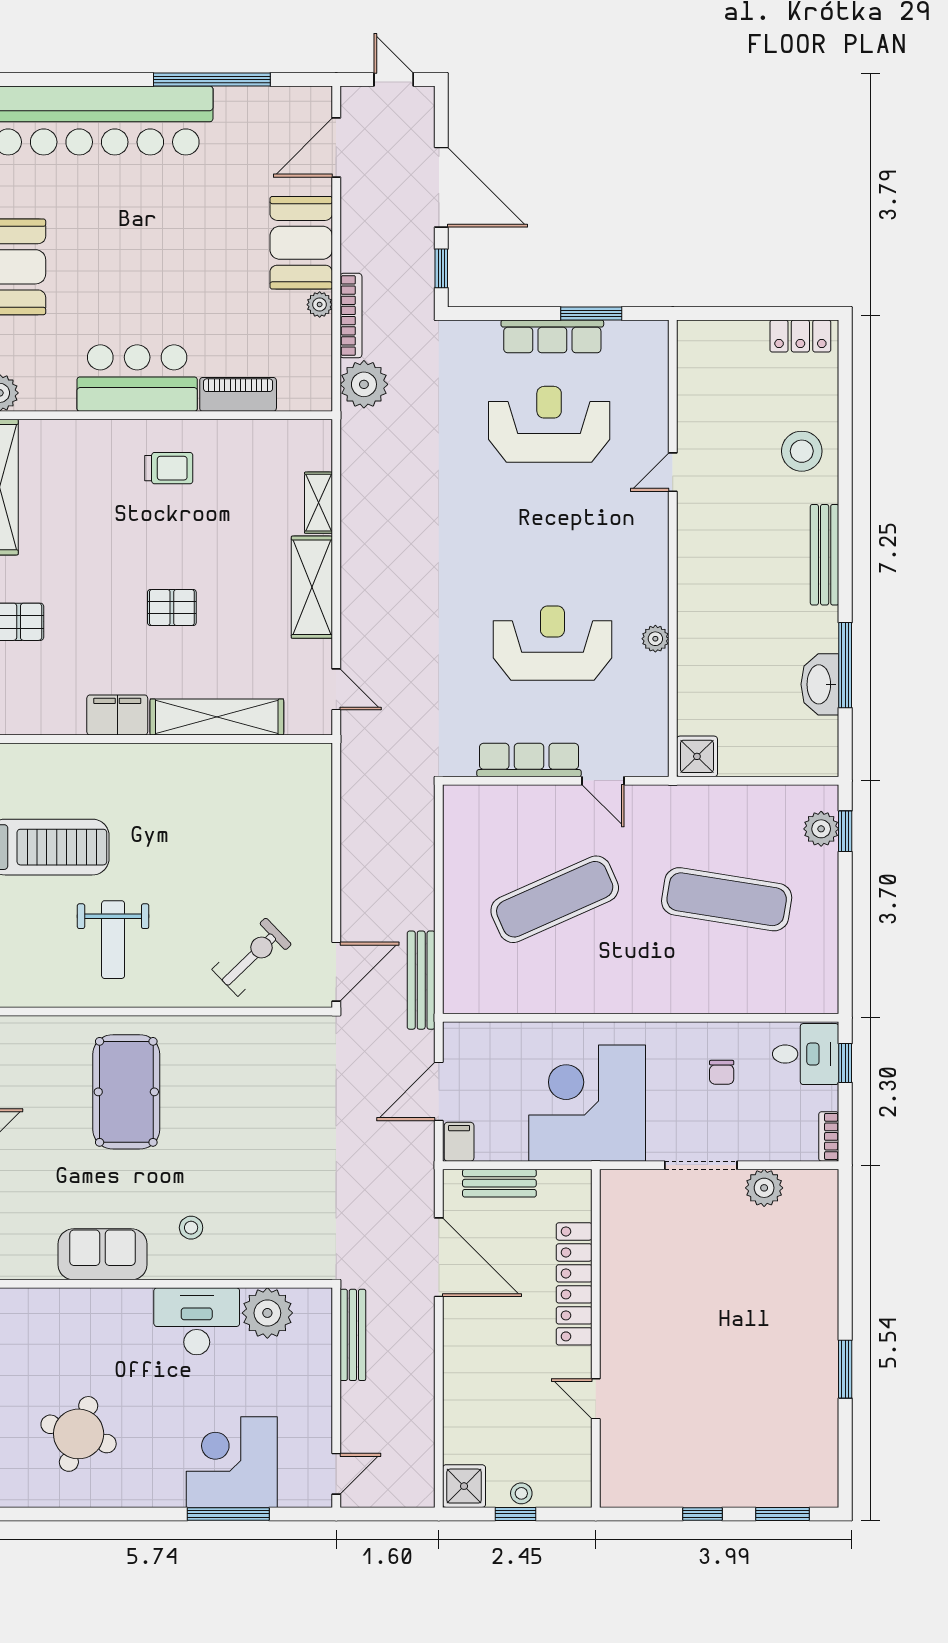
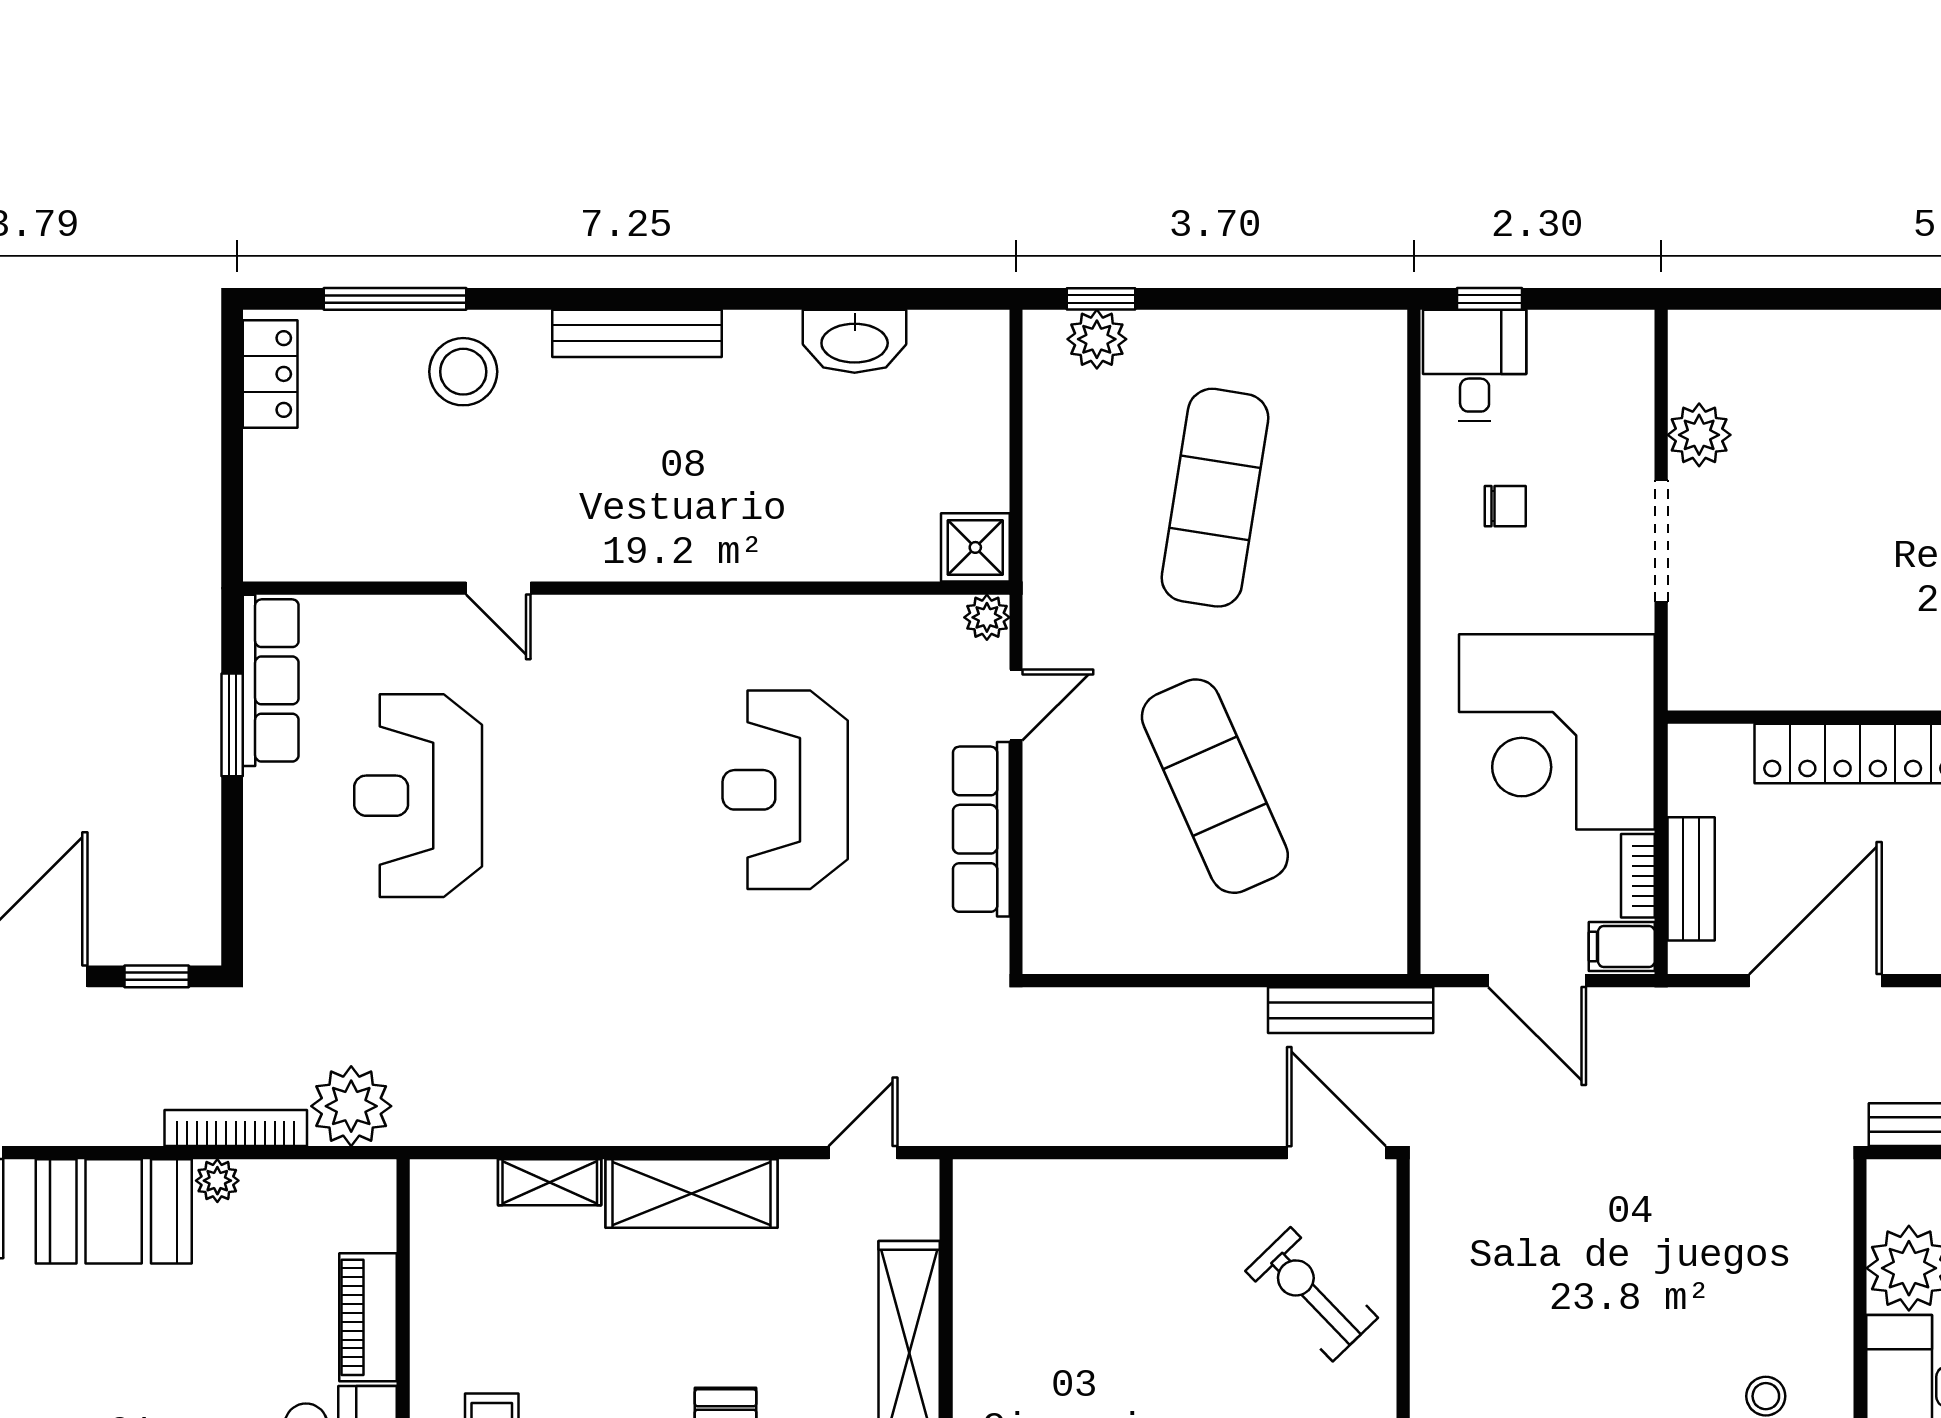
row of seats: (552, 336) -> (271, 680), moved
plant: (655, 639) -> (987, 617), moved
window: (845, 665) -> (395, 299), moved
bookcase: (829, 1136) -> (1638, 876), moved, turned 90

